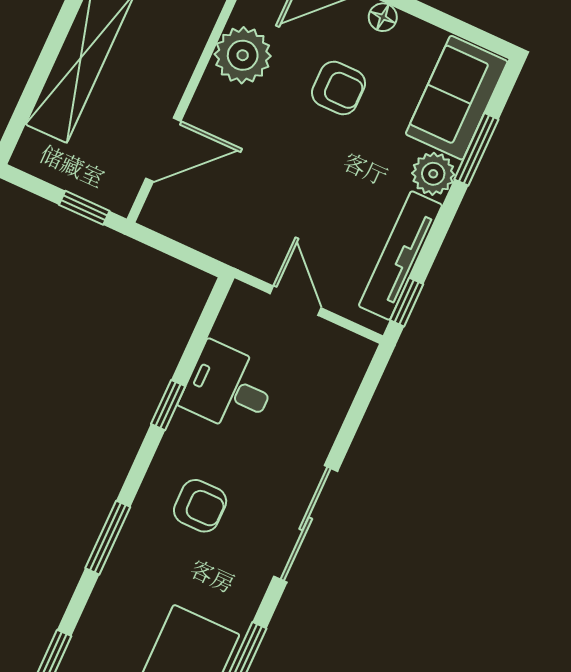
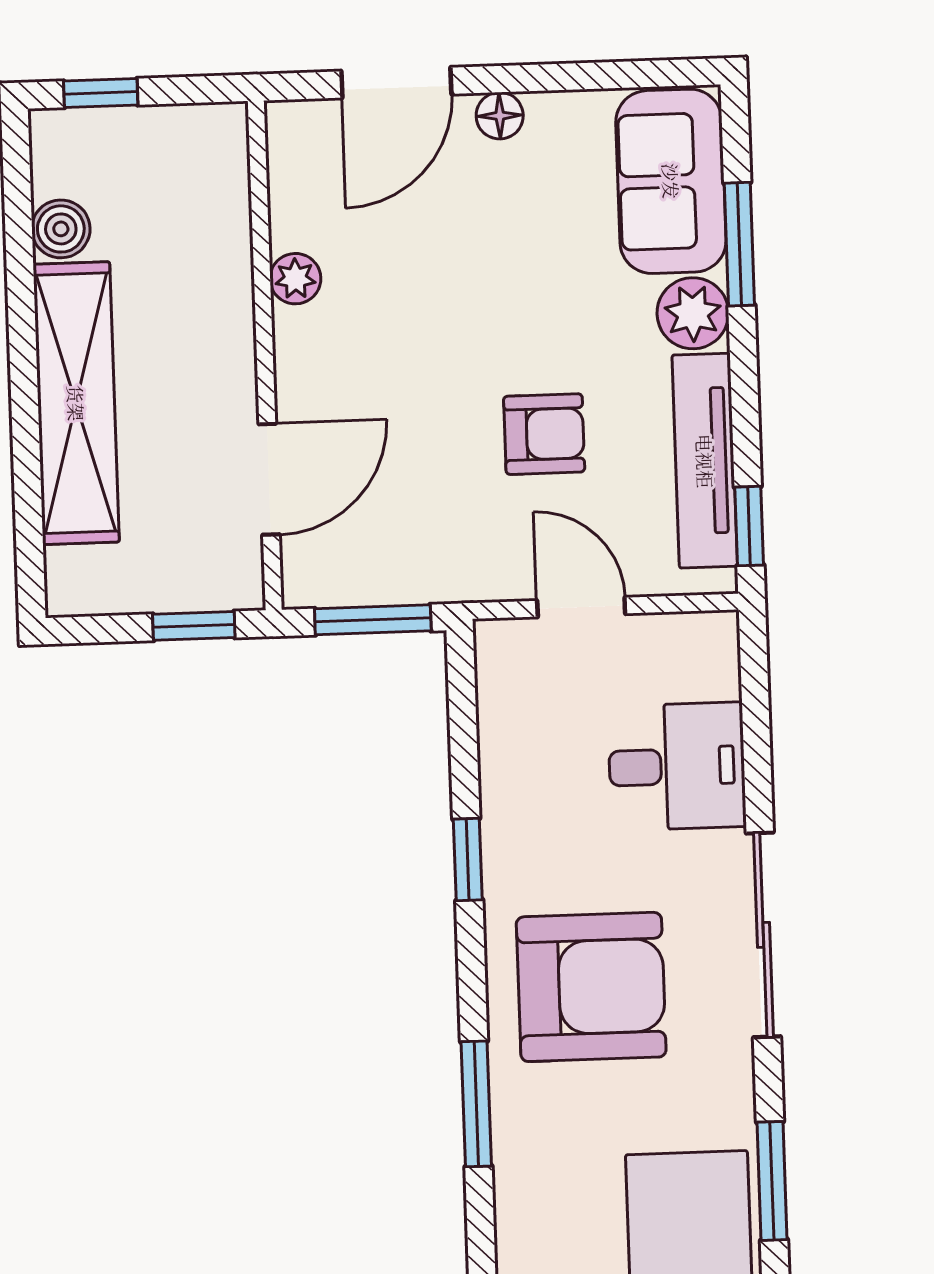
plant: (243, 55) -> (295, 279), width x0.53, depth x0.53
armchair: (339, 88) -> (544, 434), moved
window: (181, 252) -> (373, 620), added
desk: (229, 388) -> (677, 766), moved, turned 180
armchair: (200, 506) -> (591, 987), width x1.88, depth x1.88

